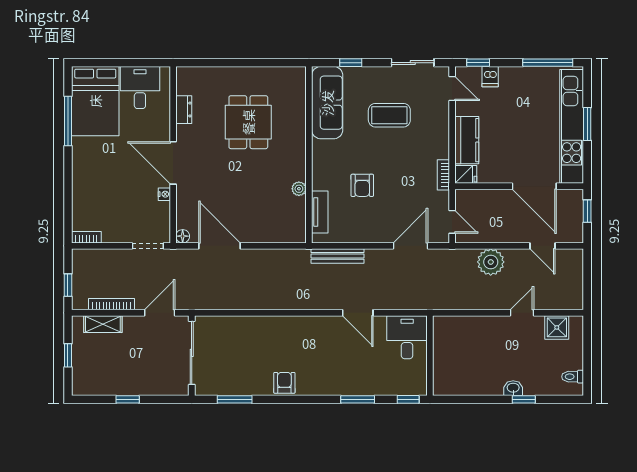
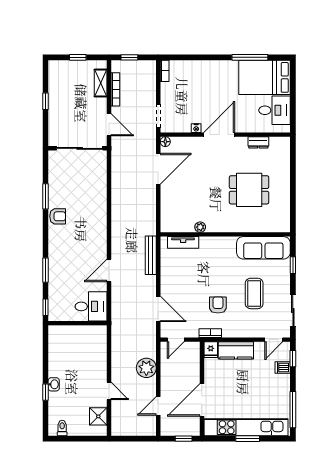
armchair: (362, 185) -> (218, 305), moved, turned 90
window: (235, 399) -> (45, 196), moved

